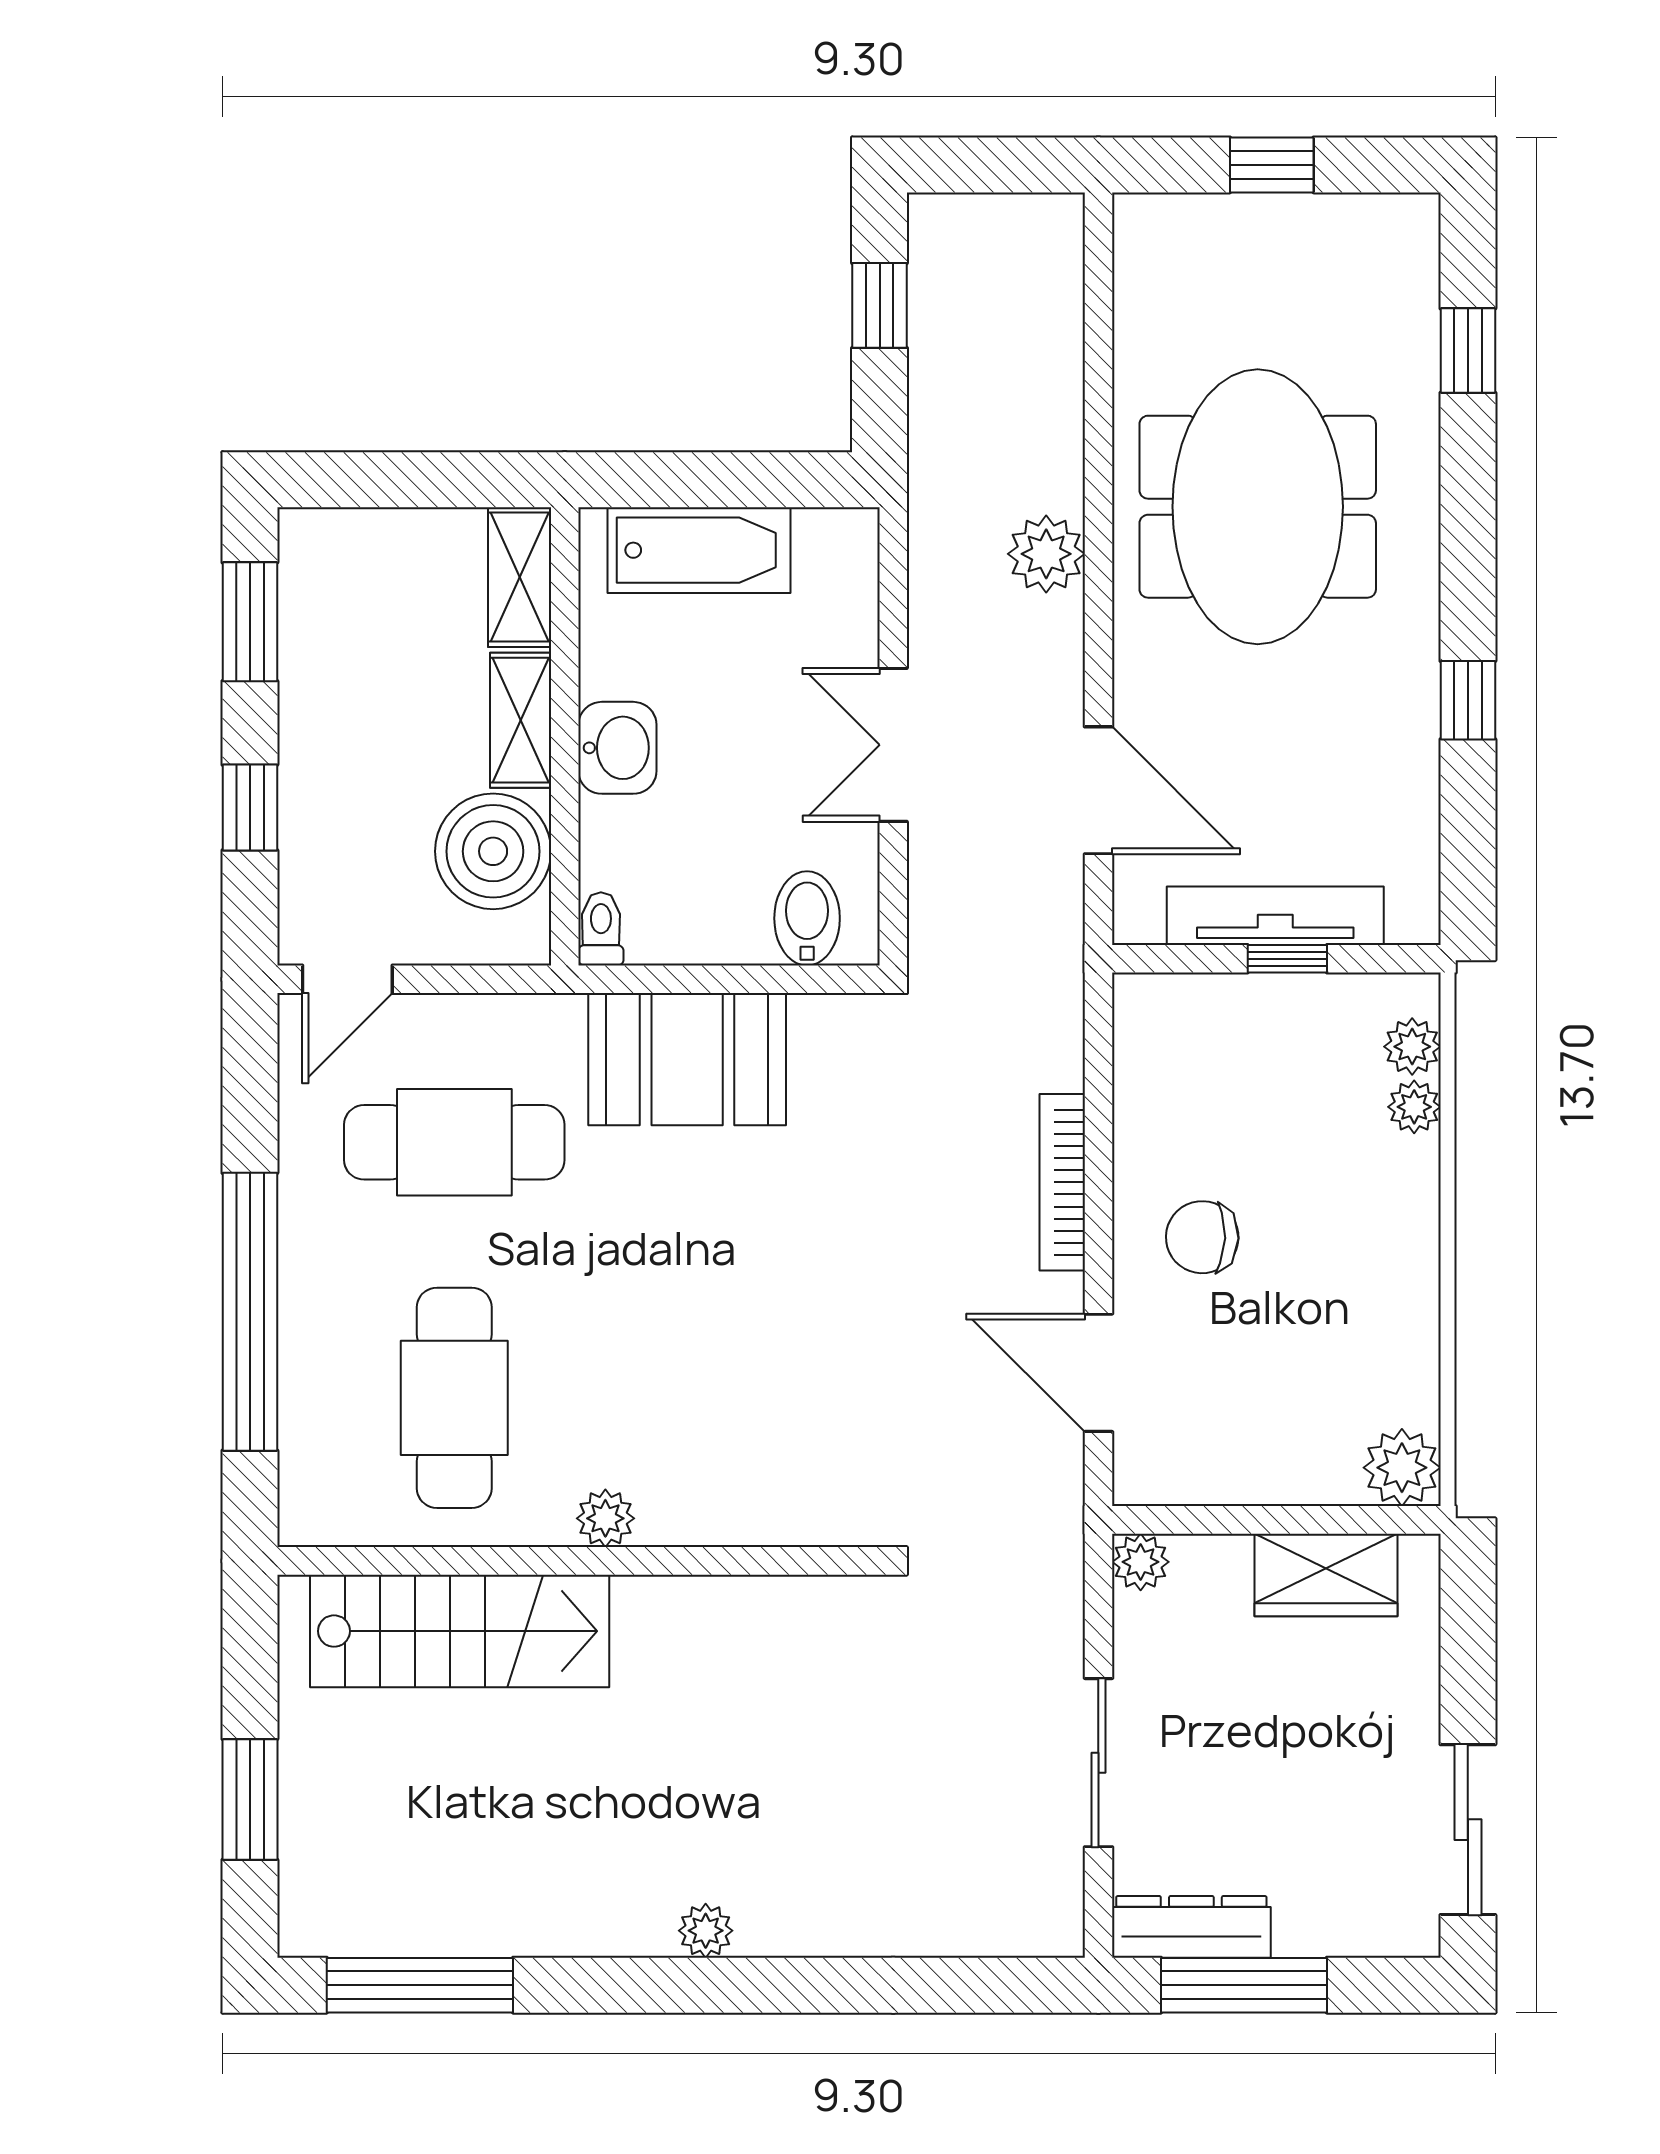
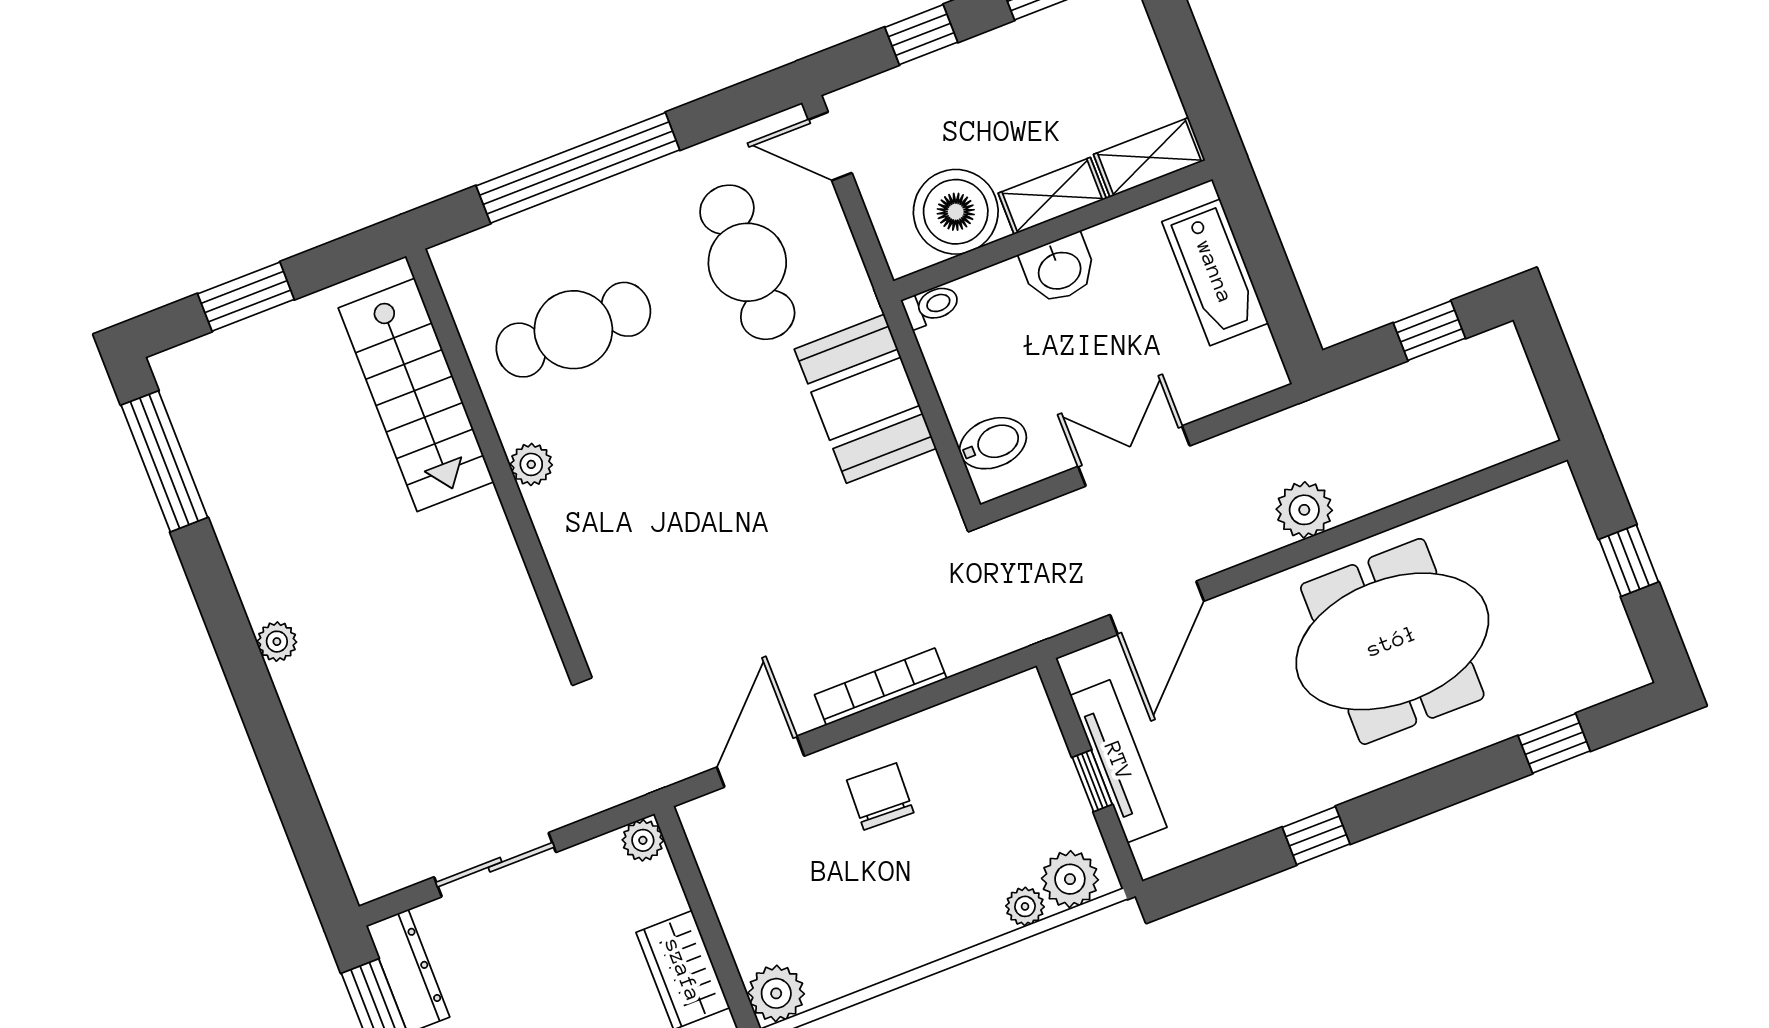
plant: (1412, 1047) -> (1070, 879), width x1.38, depth x1.38

